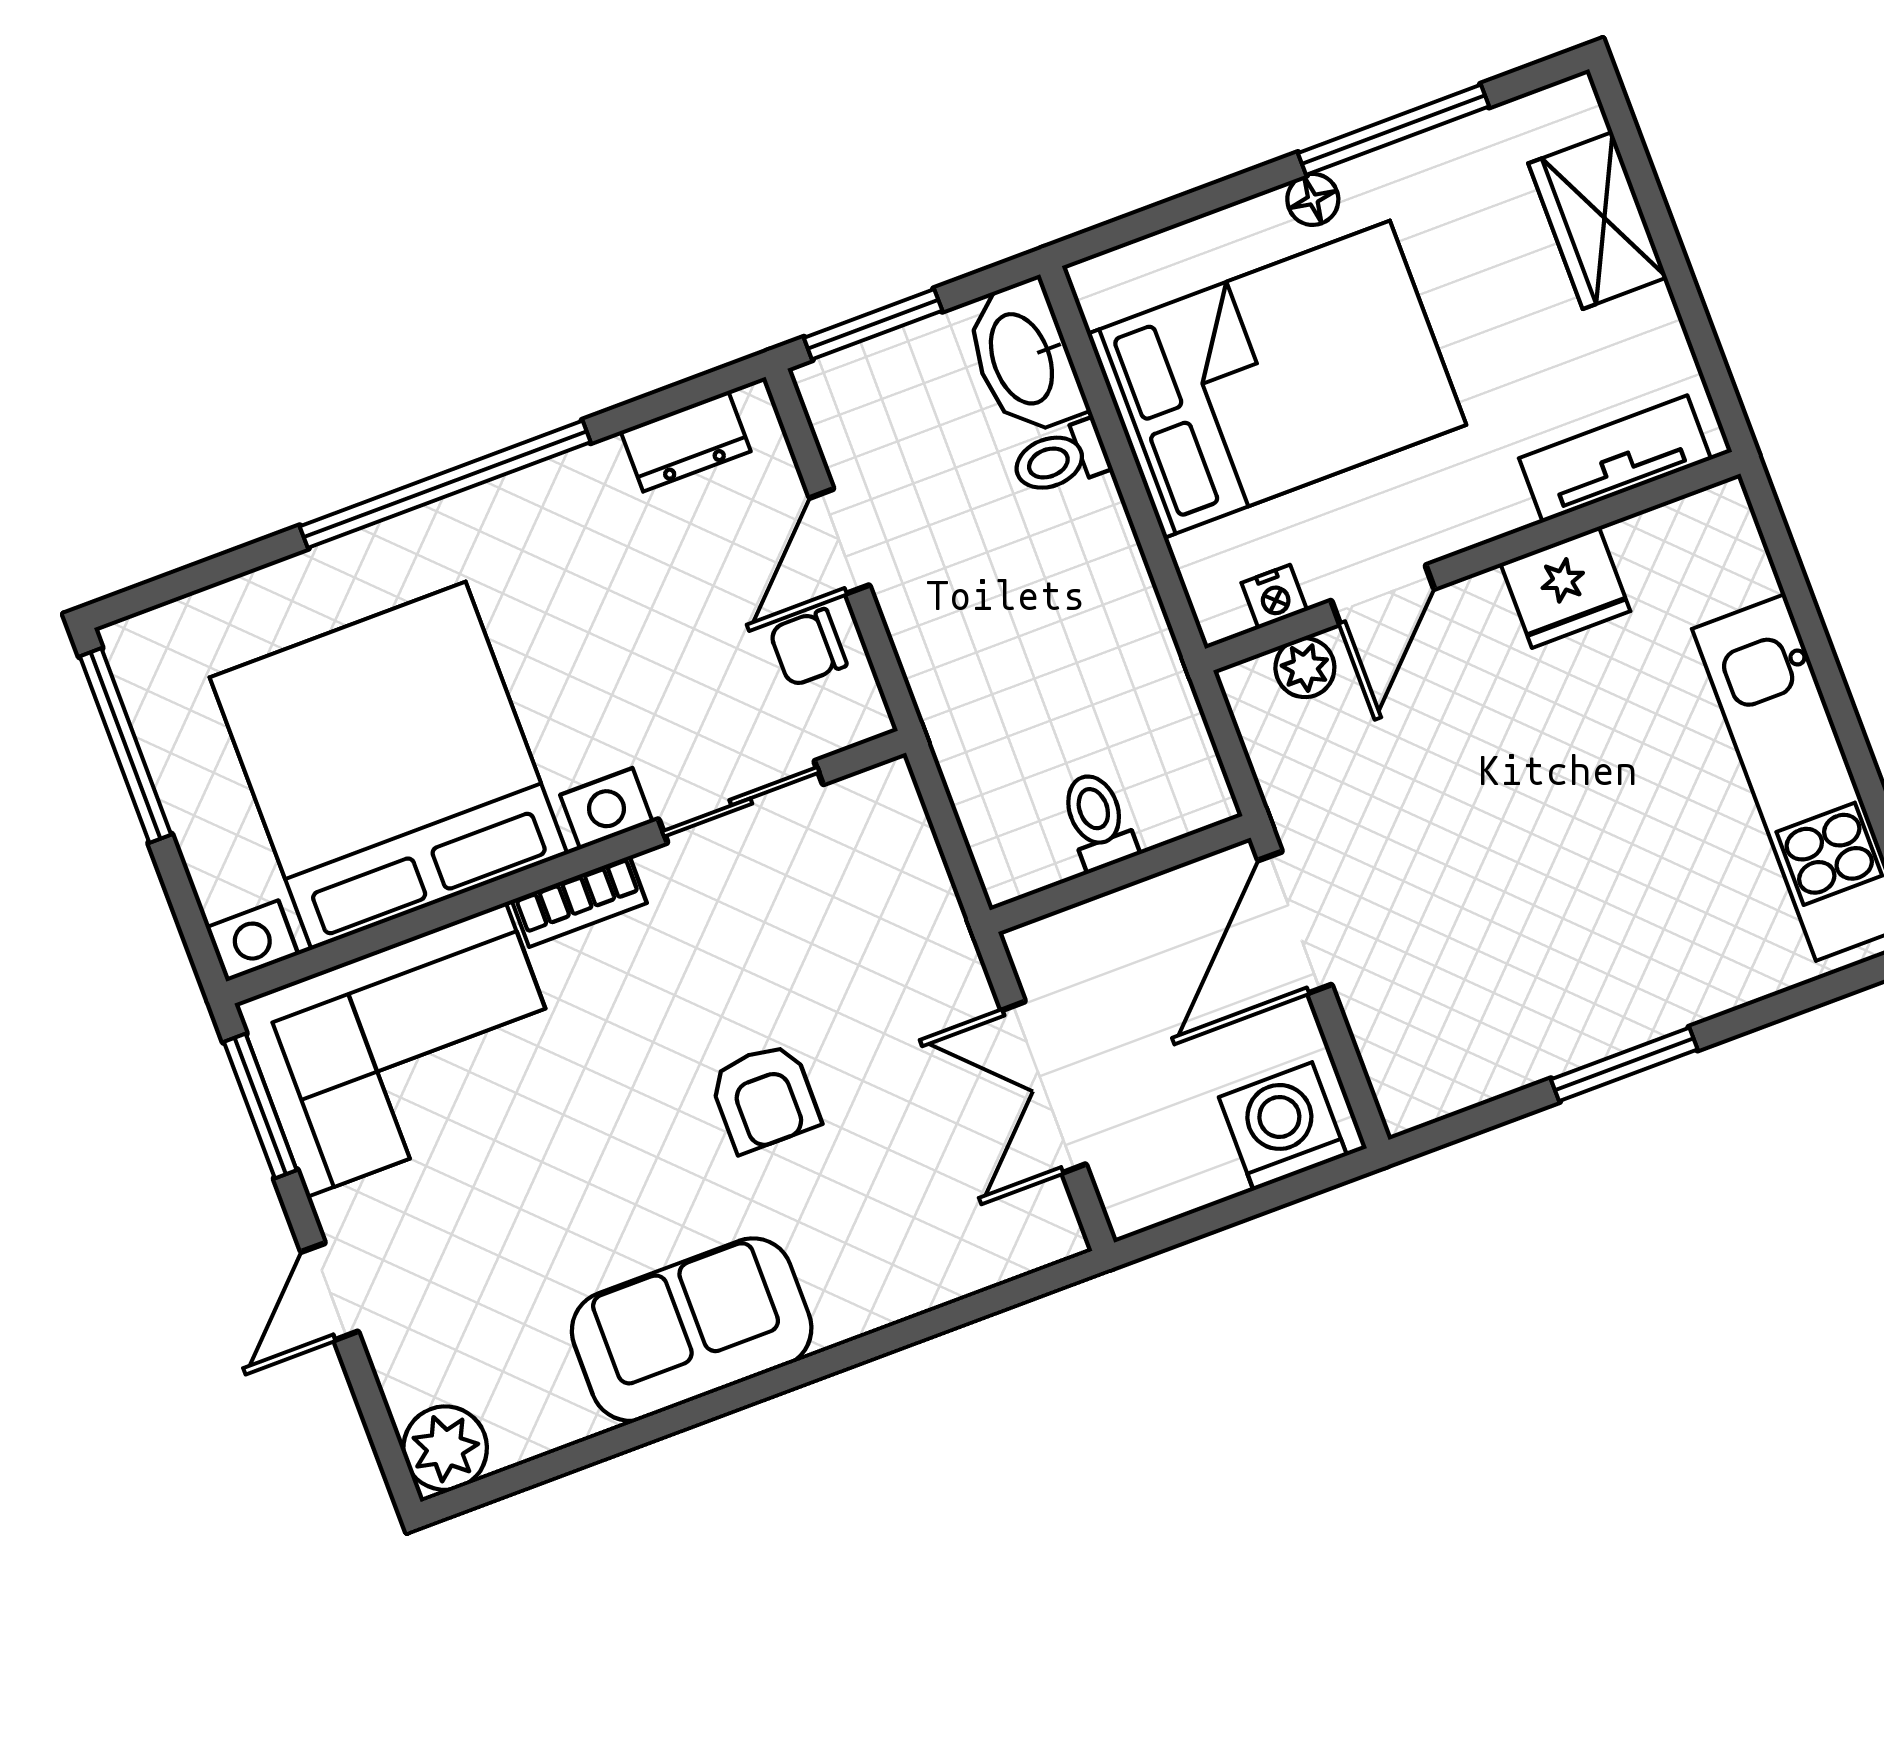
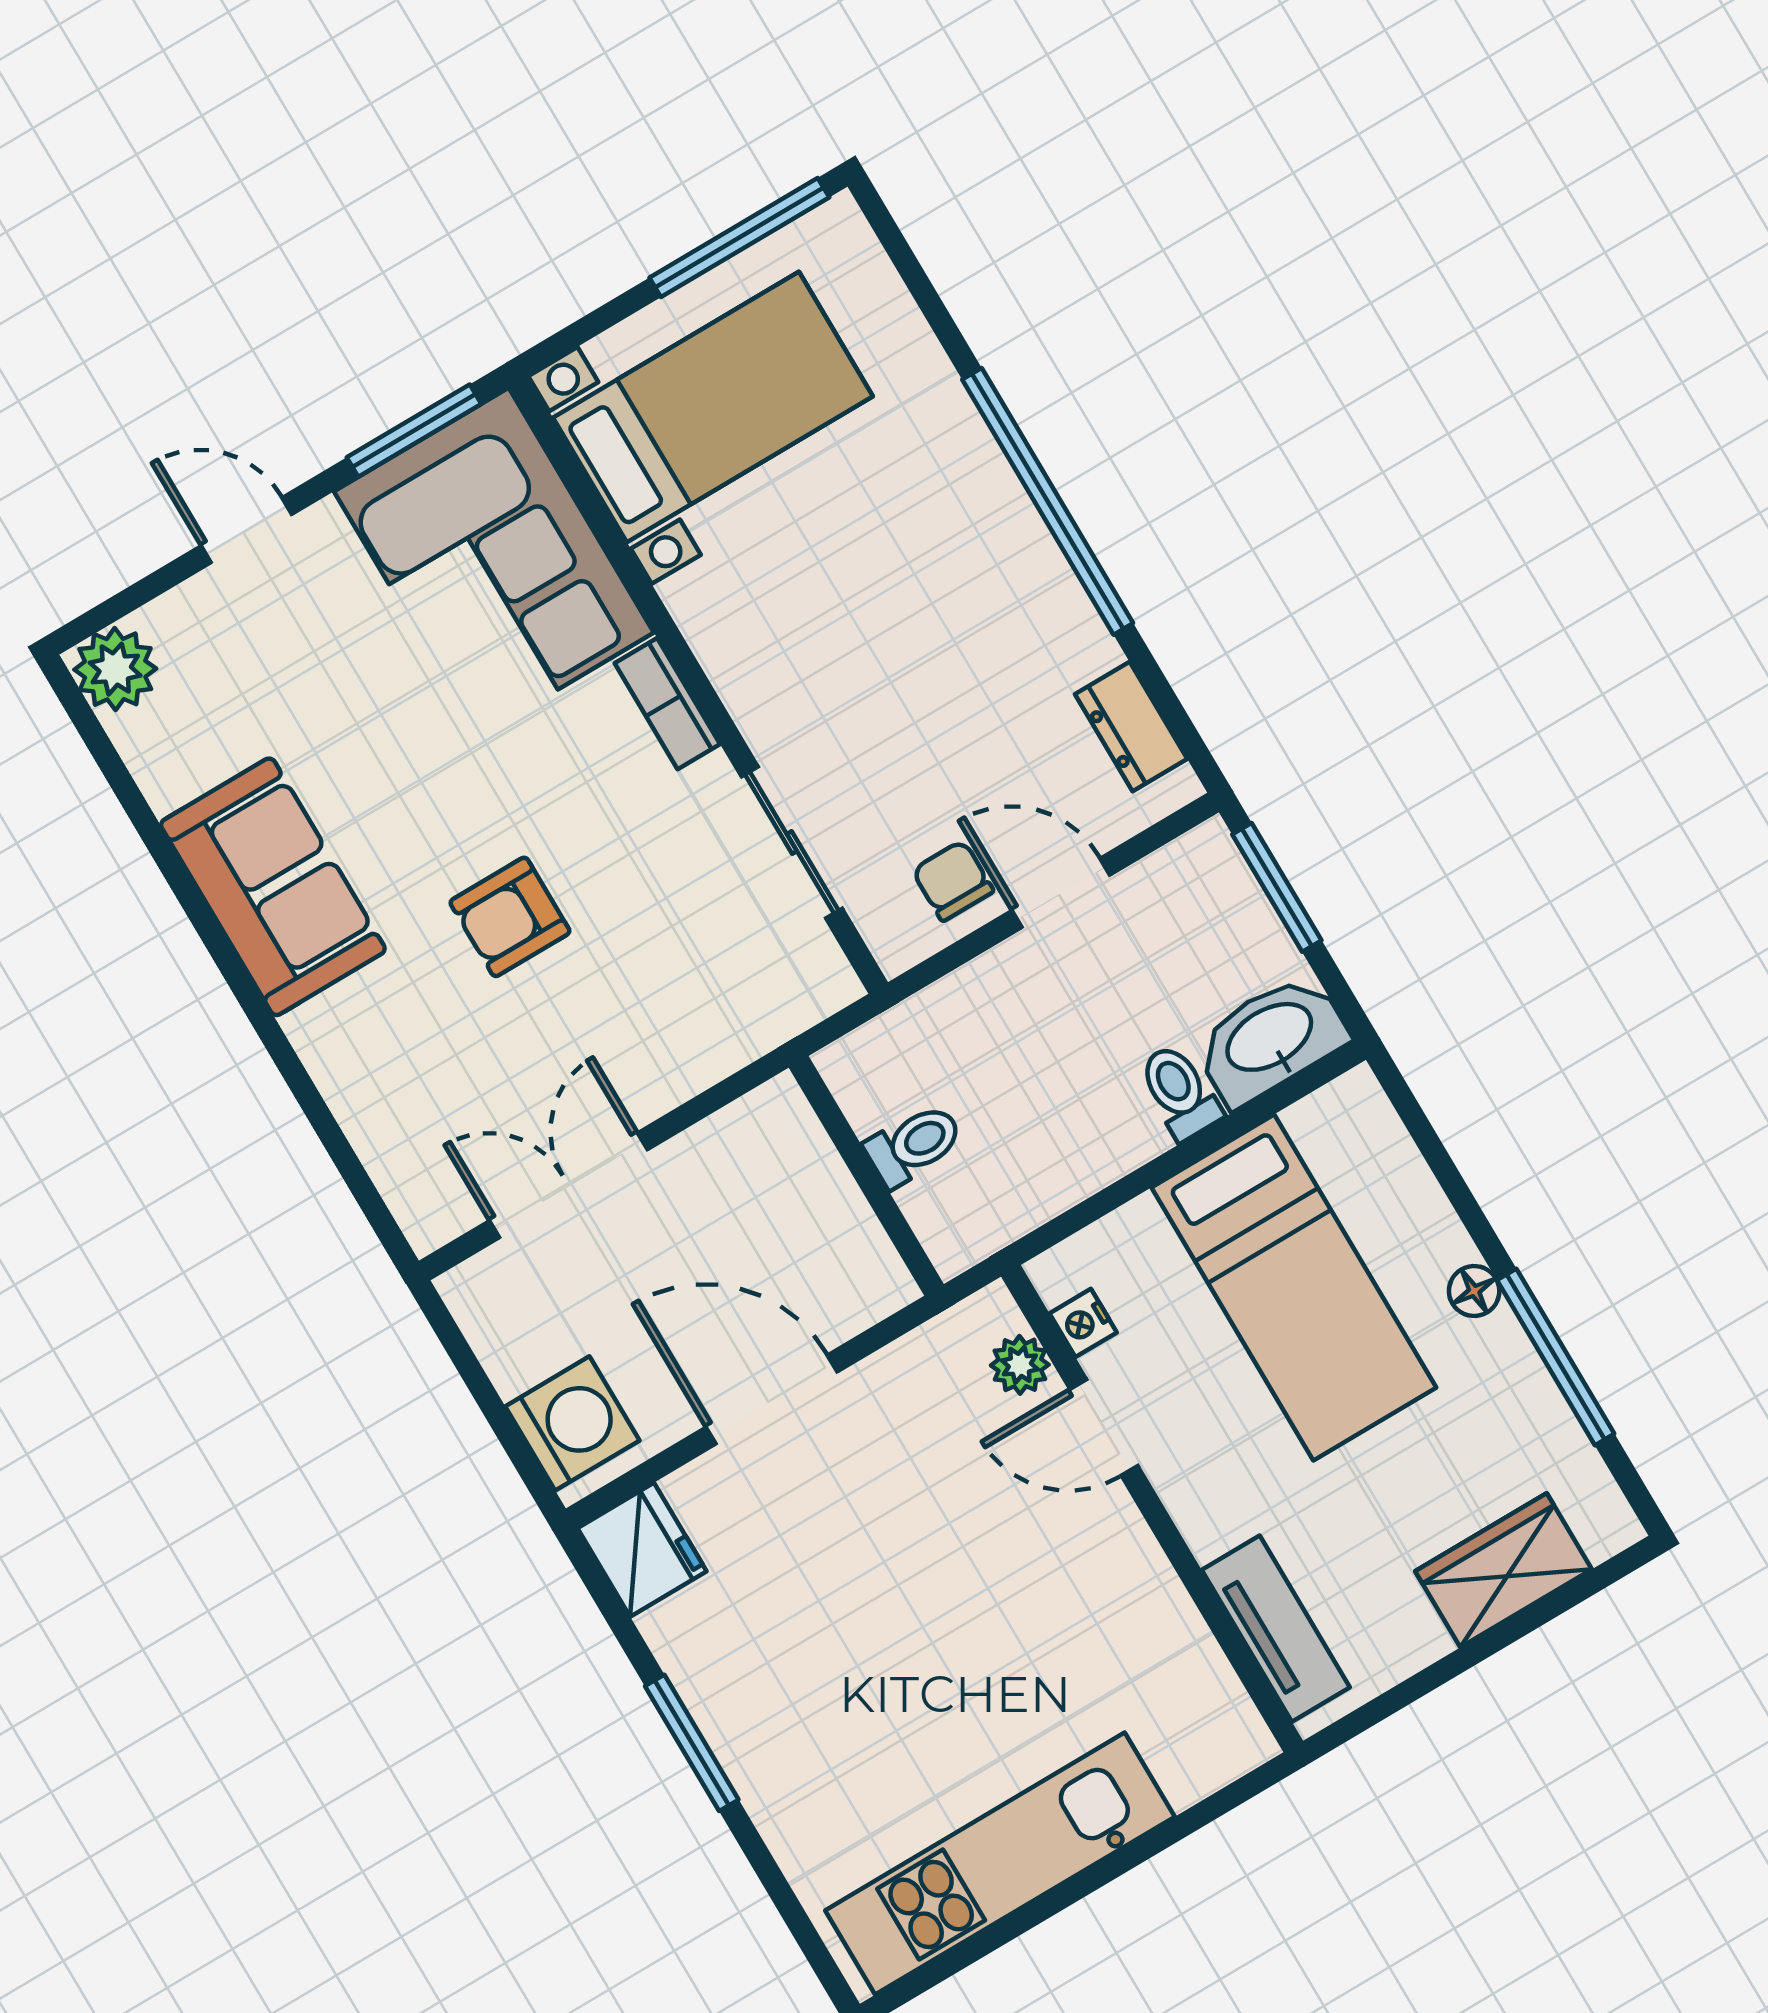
bed: (1277, 379) -> (1294, 1287), width x0.67
fridge: (1565, 587) -> (642, 1550), moved, turned 180
bed with nightstands: (389, 766) -> (713, 407), width x0.54
toilet: (1098, 821) -> (914, 1145), moved
wall: (1120, 874) -> (866, 1176), moved

